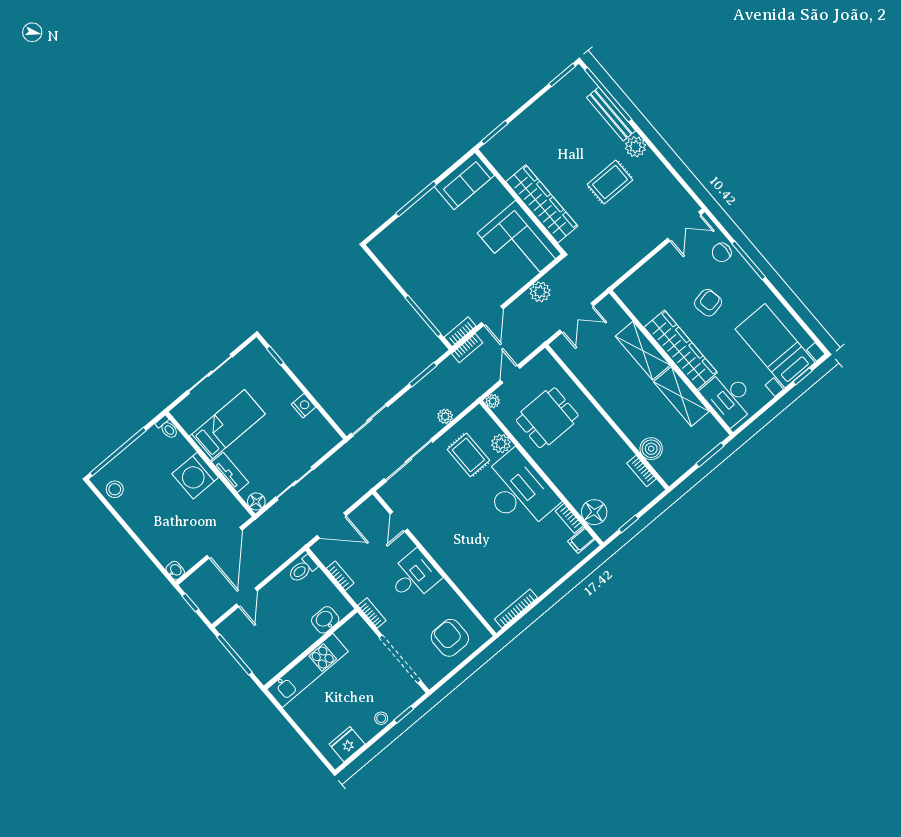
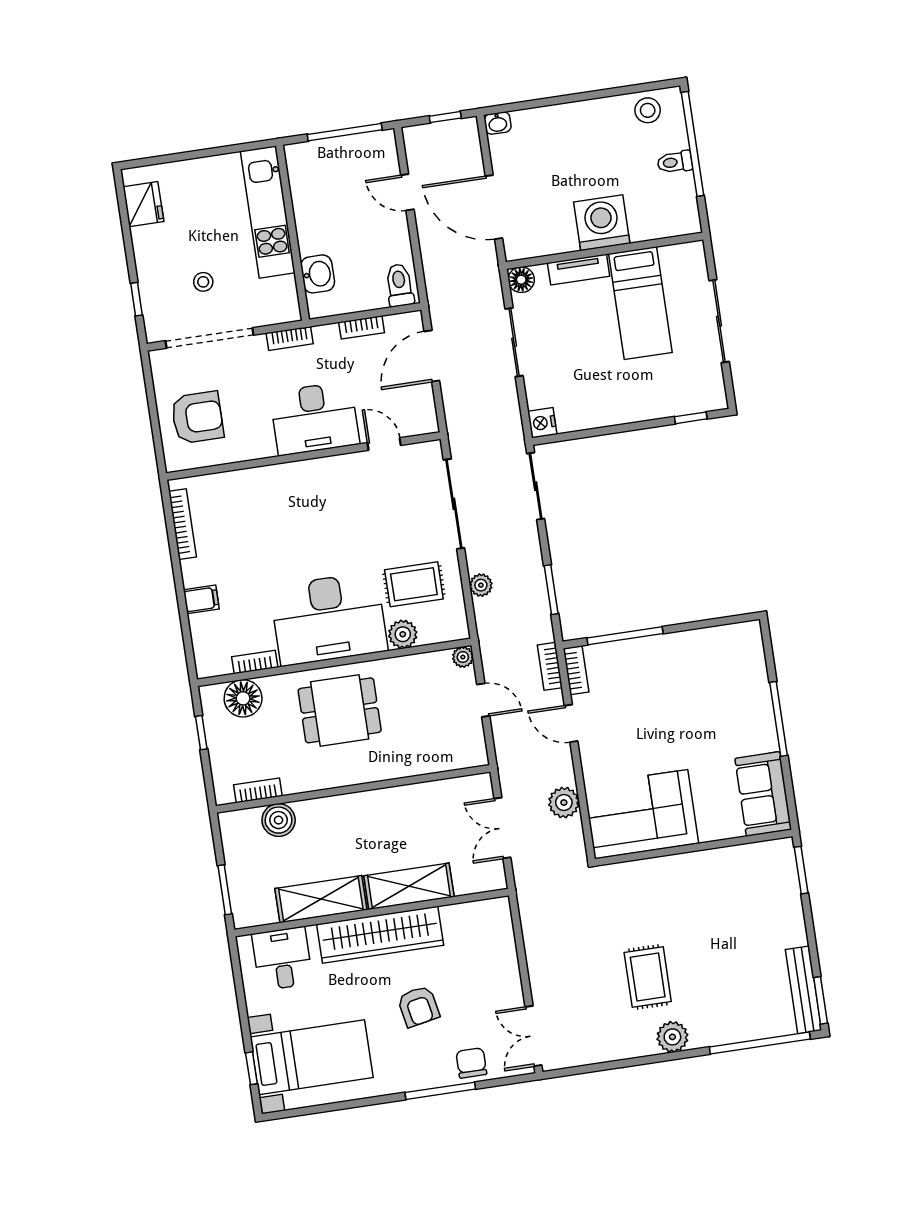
bench: (611, 114) -> (804, 990), moved, turned 90
wardrobe: (542, 204) -> (674, 874), removed
desk: (729, 397) -> (282, 959), width x0.73
nightstand: (304, 406) -> (542, 423), moved, turned 90
dining table: (547, 418) -> (340, 710), moved, turned 90
toilet: (167, 428) -> (675, 162), moved
filing cabinet: (581, 540) -> (201, 599), moved, turned 90
desk: (414, 576) -> (315, 418), width x1.37
stool: (381, 718) -> (203, 282), moved

